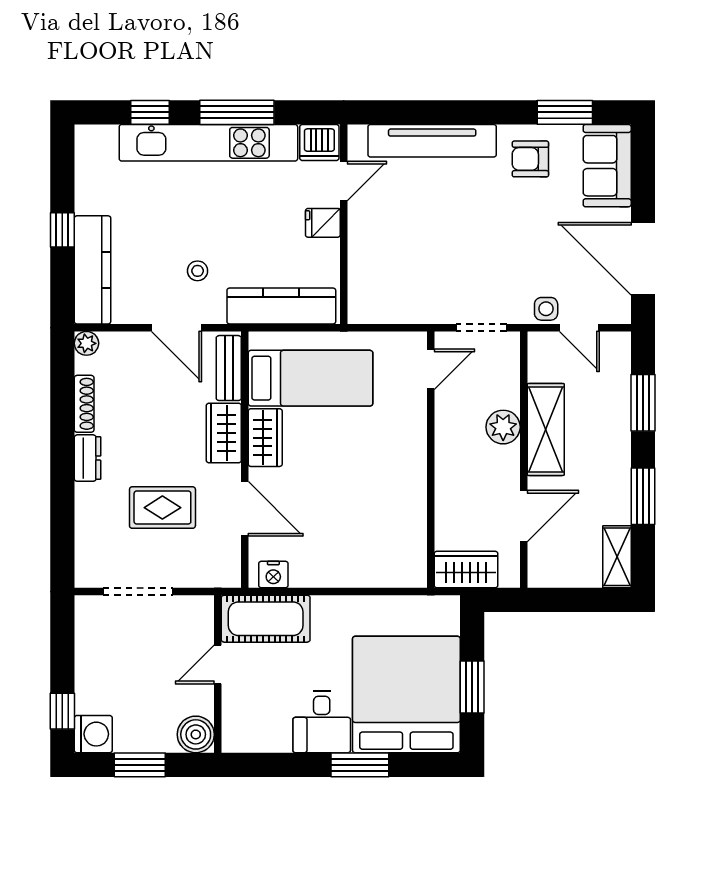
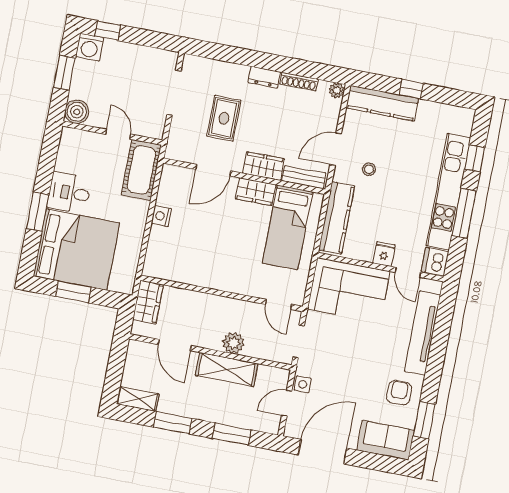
corner sofa: (389, 266) -> (349, 290), added
nightstand: (273, 575) -> (161, 216), moved

